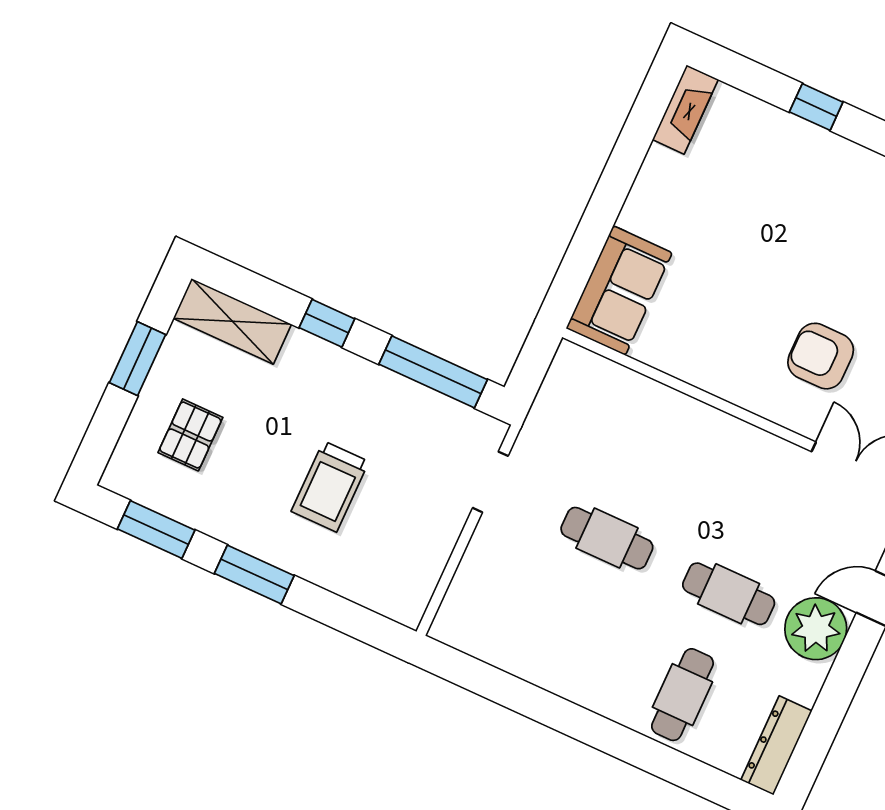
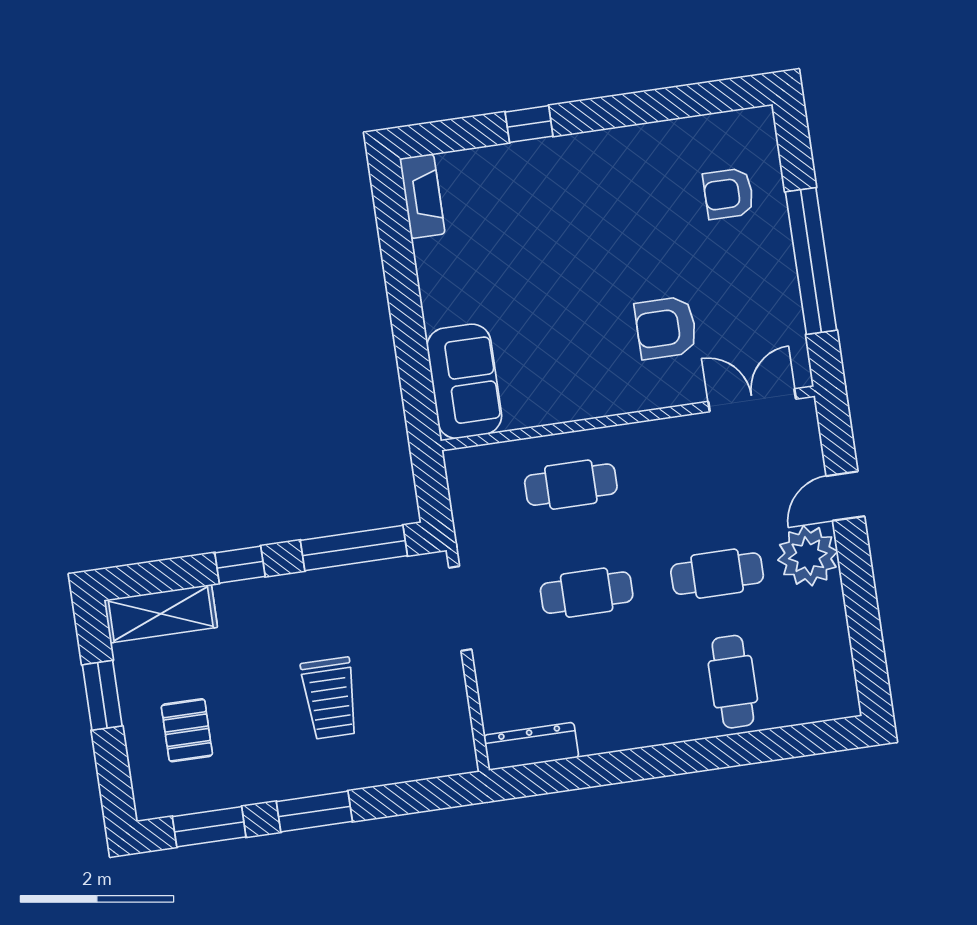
cafe table: (653, 437) -> (571, 485), added
doorway: (490, 482) -> (460, 608), width x1.38
dresser: (776, 745) -> (531, 746), moved, turned 90

